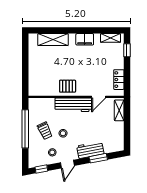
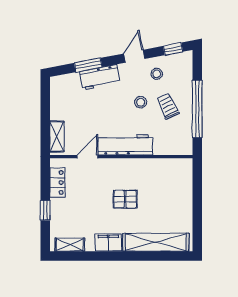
shelving: (53, 40) -> (156, 242), width x1.47
window: (127, 50) -> (45, 210), moved
pallet: (68, 86) -> (125, 199), moved

